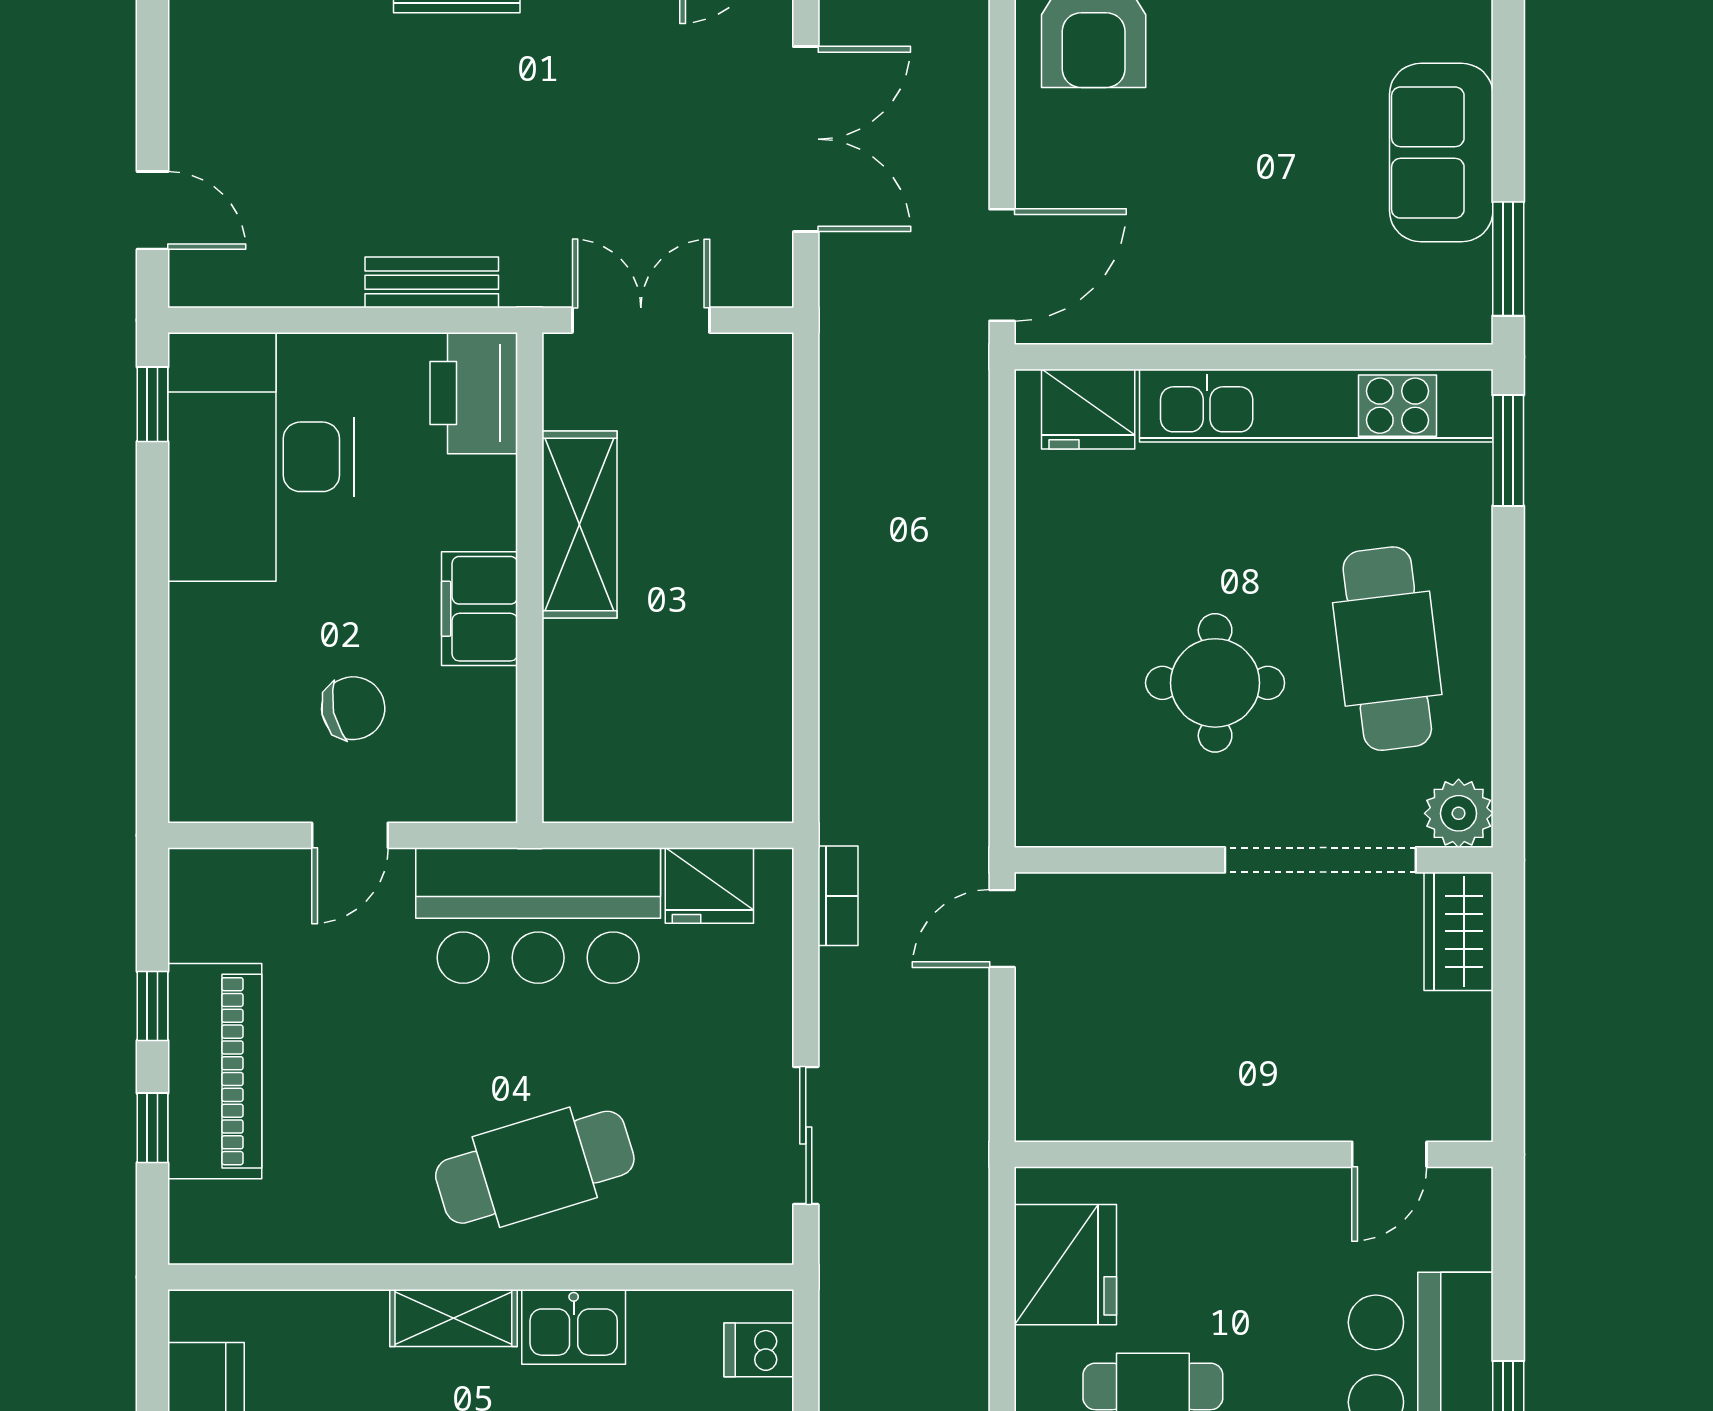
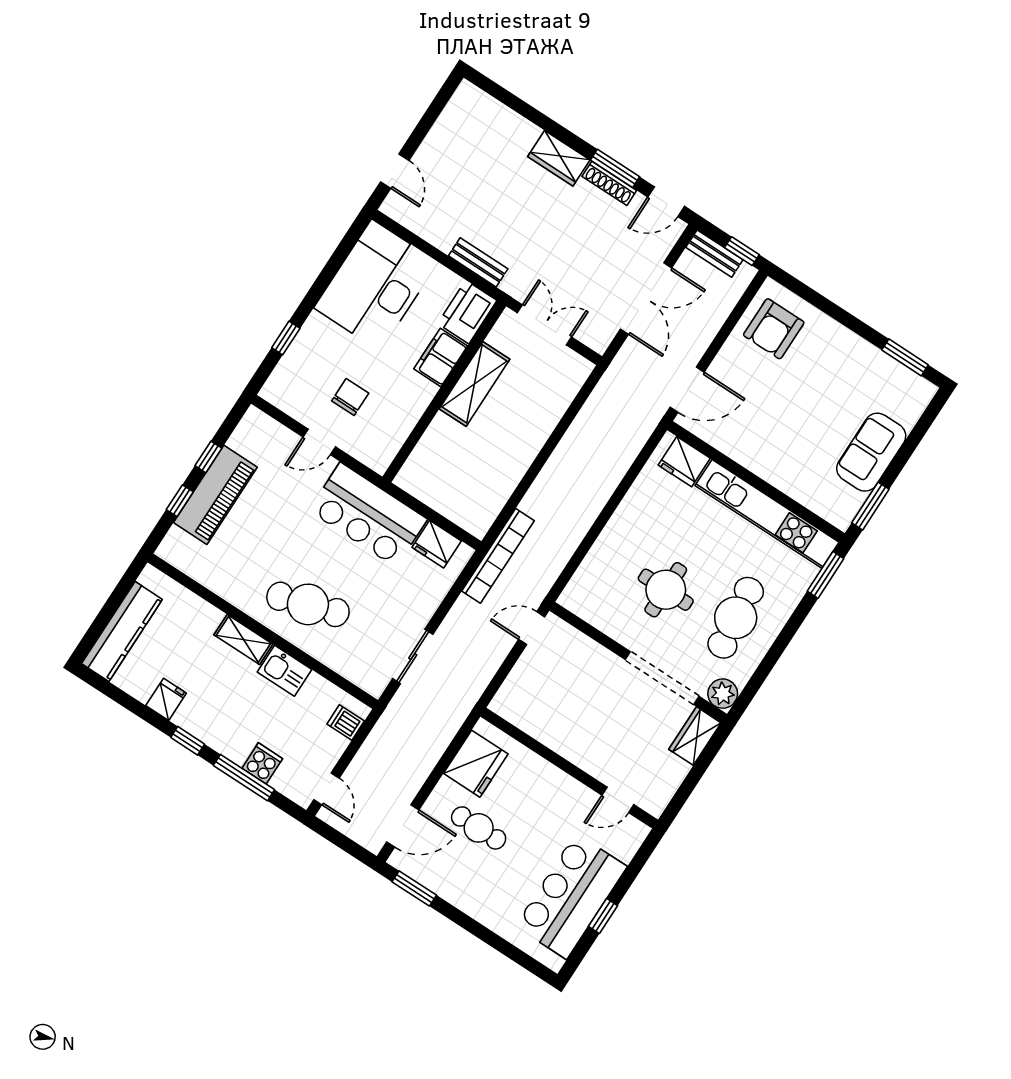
window: (152, 404) -> (286, 338), moved
filing cabinet: (480, 609) -> (441, 357), moved
chair: (353, 708) -> (350, 397), turned -78
bookcase: (838, 896) -> (498, 556), width x2.31, depth x1.31

